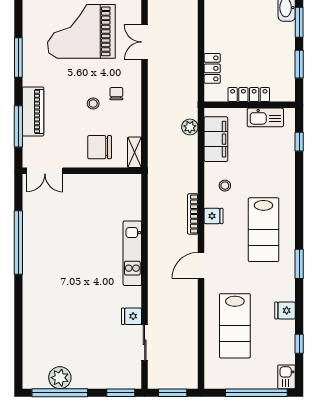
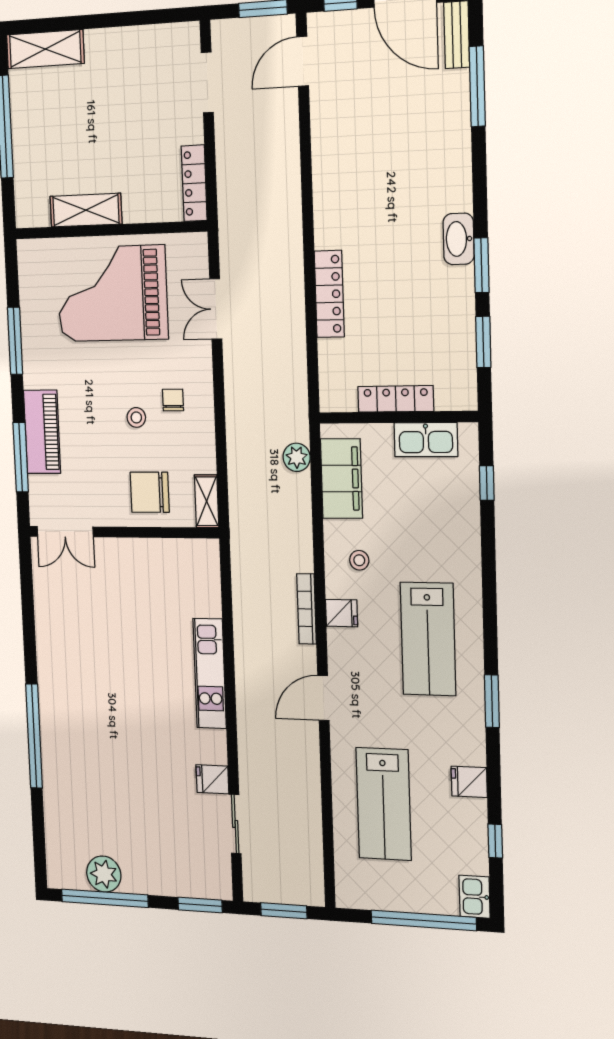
locker: (212, 68) -> (329, 294), moved, width x1.53
window: (18, 243) -> (34, 736), moved

